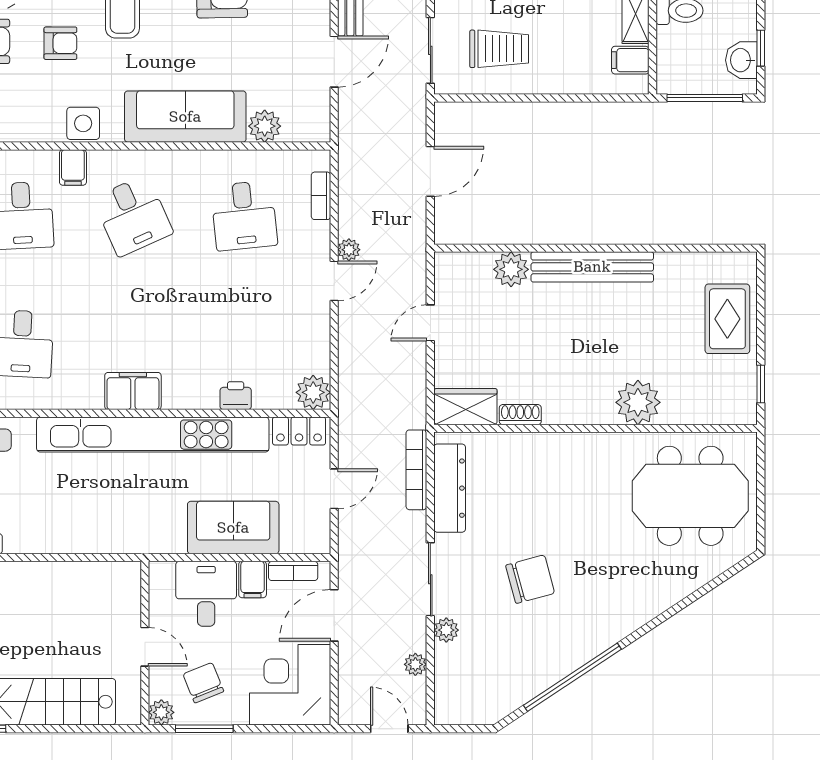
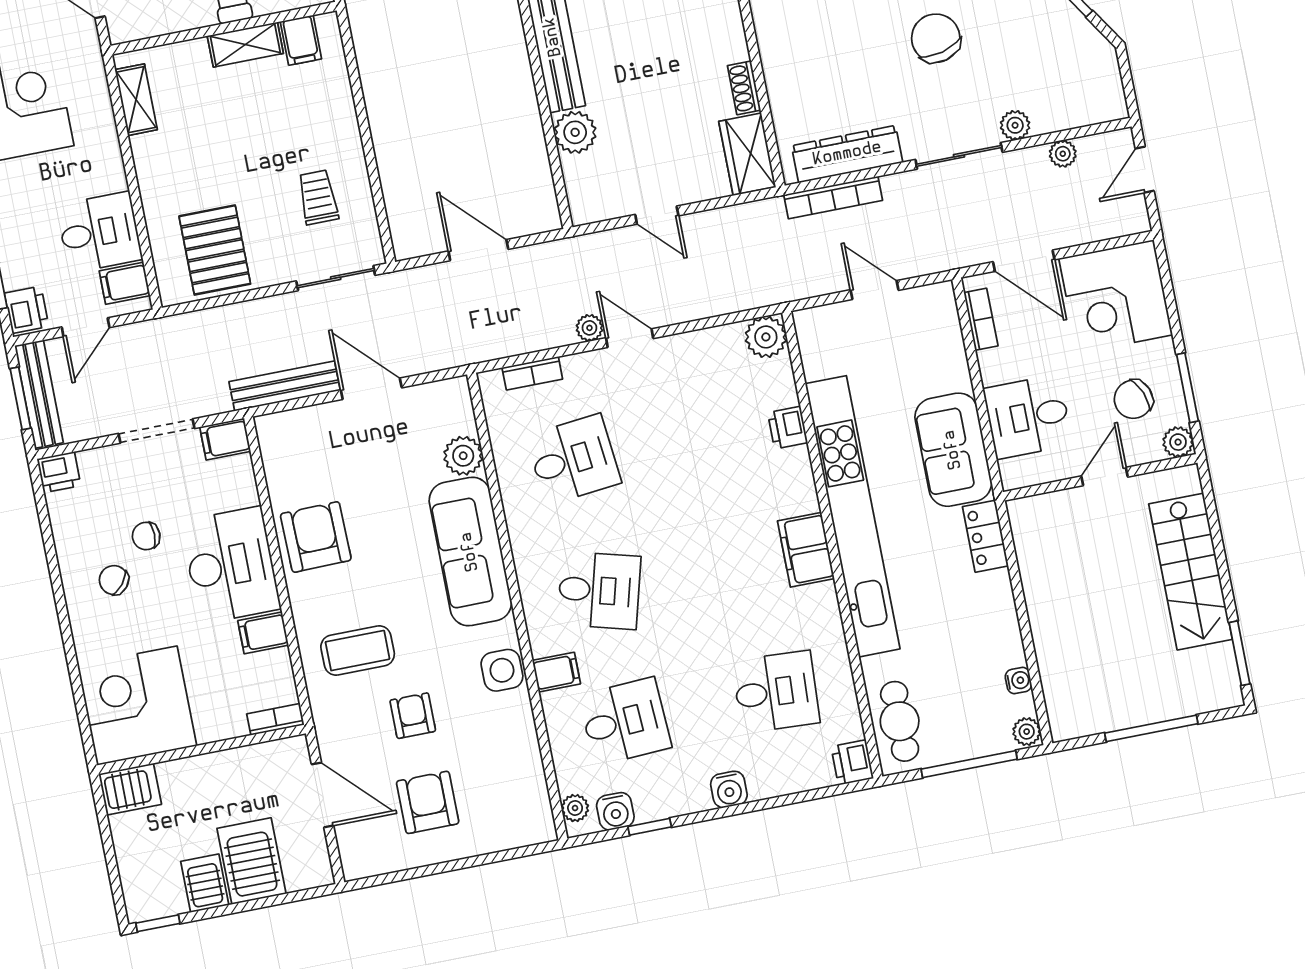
trolley: (499, 49) -> (318, 197), width x0.73, depth x0.72
desk: (133, 216) -> (599, 590), turned 39
locker: (299, 431) -> (985, 536), moved, turned 180
sofa: (233, 528) -> (953, 450), moved
filing cabinet: (253, 579) -> (1000, 365), removed

